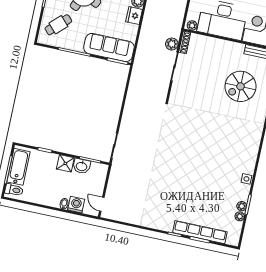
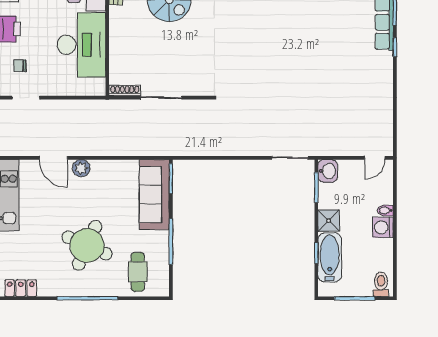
fridge: (134, 16) -> (102, 169), removed
cafe table: (58, 25) -> (138, 272), turned 43
plant: (192, 25) -> (99, 85), removed
plant: (172, 44) -> (131, 108), removed
washbasin: (82, 166) -> (328, 171), moved
bathtub: (18, 167) -> (330, 257), moved, turned 90
washing machine: (76, 205) -> (383, 227), moved

